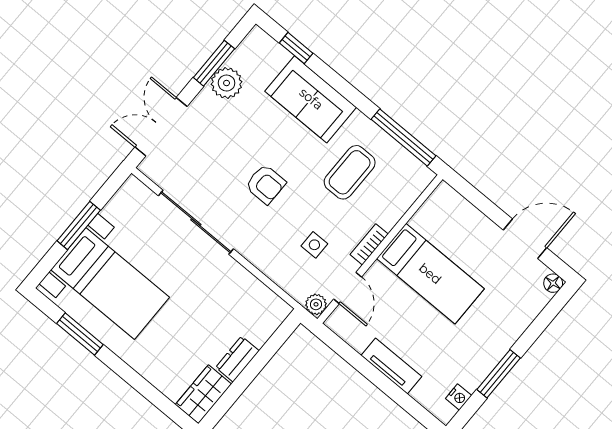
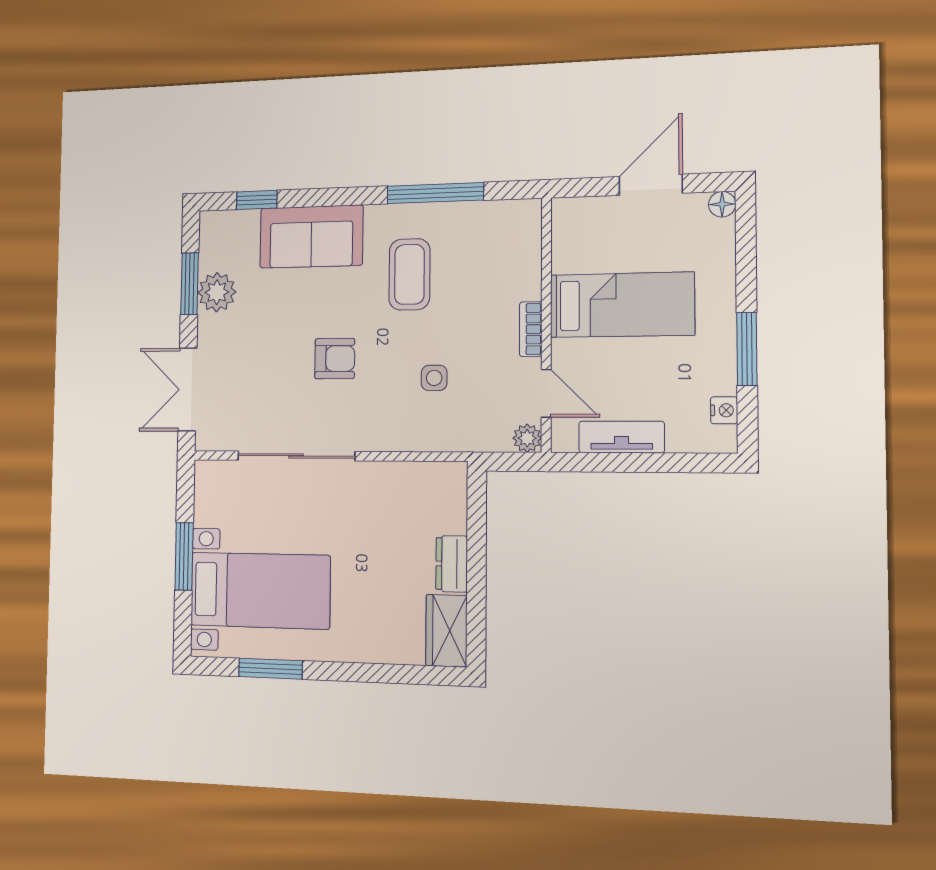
bookcase: (369, 244) -> (531, 329), moved
wall: (380, 249) -> (546, 324), moved
bed: (430, 274) -> (622, 305), moved
door: (348, 288) -> (546, 393), moved
plant: (316, 304) -> (527, 438), moved

